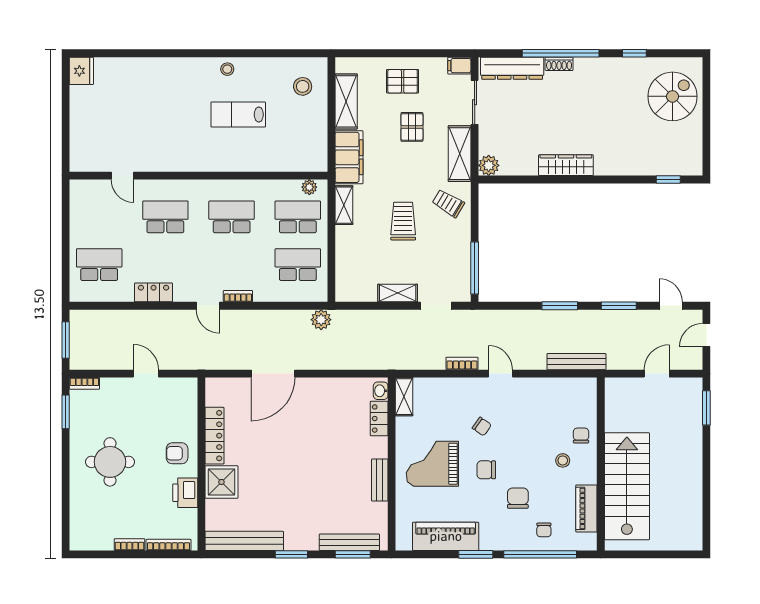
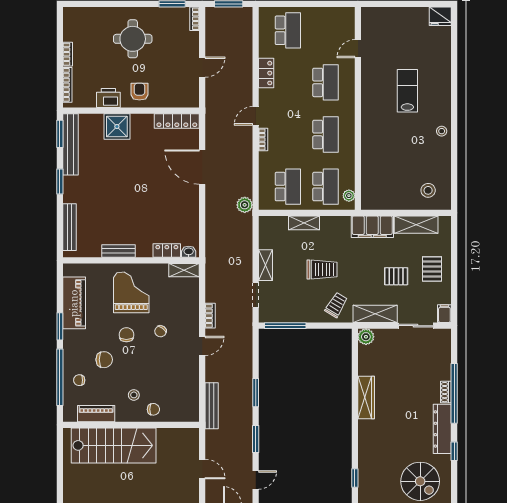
dresser: (512, 68) -> (442, 429), moved
lab bench: (238, 114) -> (407, 91), moved
shelving: (344, 205) -> (304, 223), moved
locker: (215, 436) -> (177, 121), moved
window: (353, 554) -> (60, 134), moved

